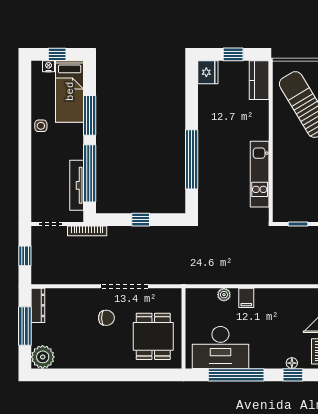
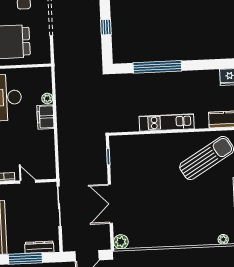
kitchen unit: (260, 174) -> (167, 122), moved
filing cabinet: (246, 298) -> (45, 117), width x2.00

